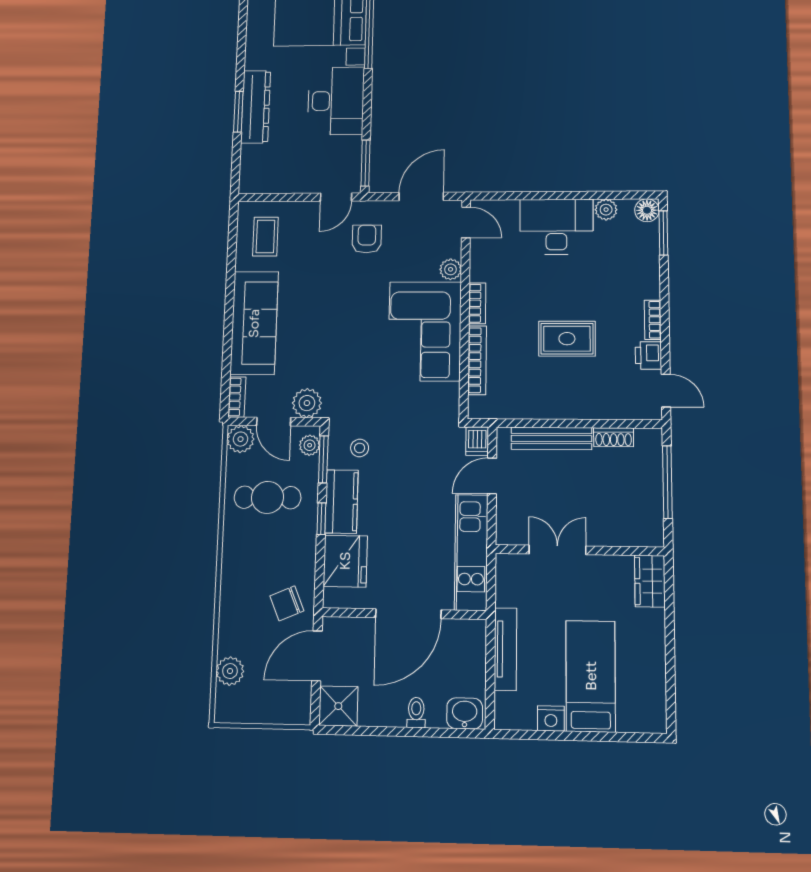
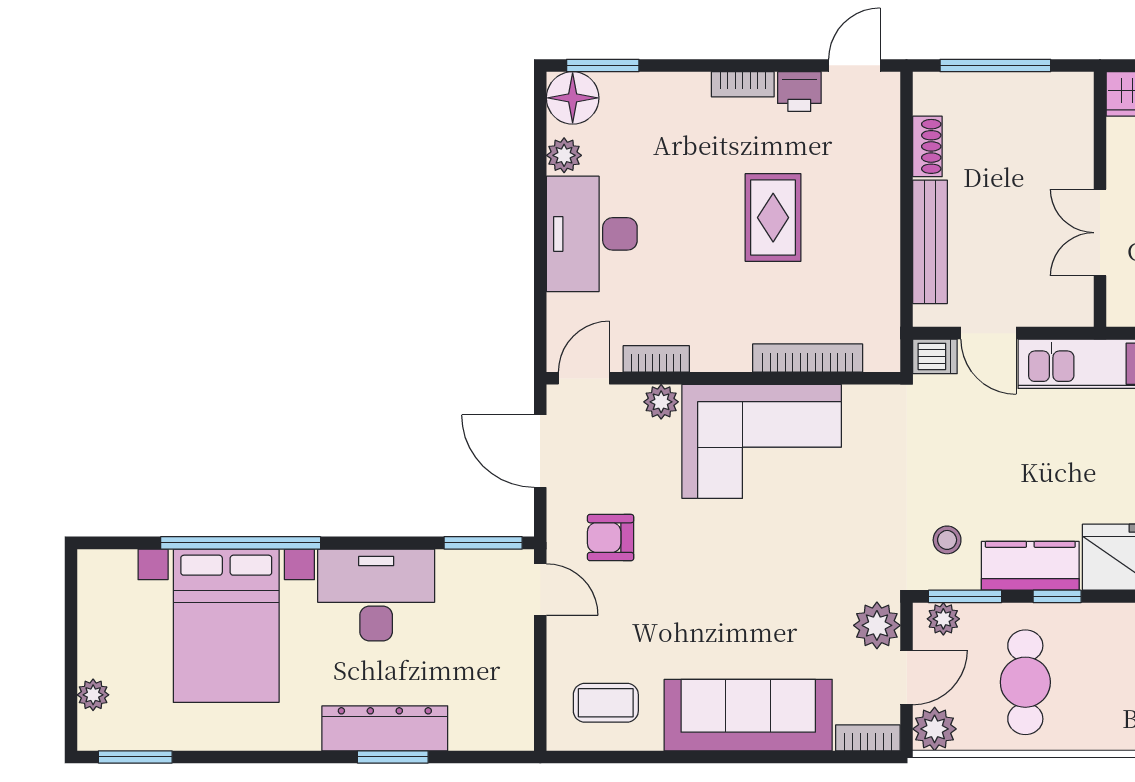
floor lamp: (647, 210) -> (573, 98), width x1.38, depth x1.38
bookcase: (477, 303) -> (656, 359), moved

